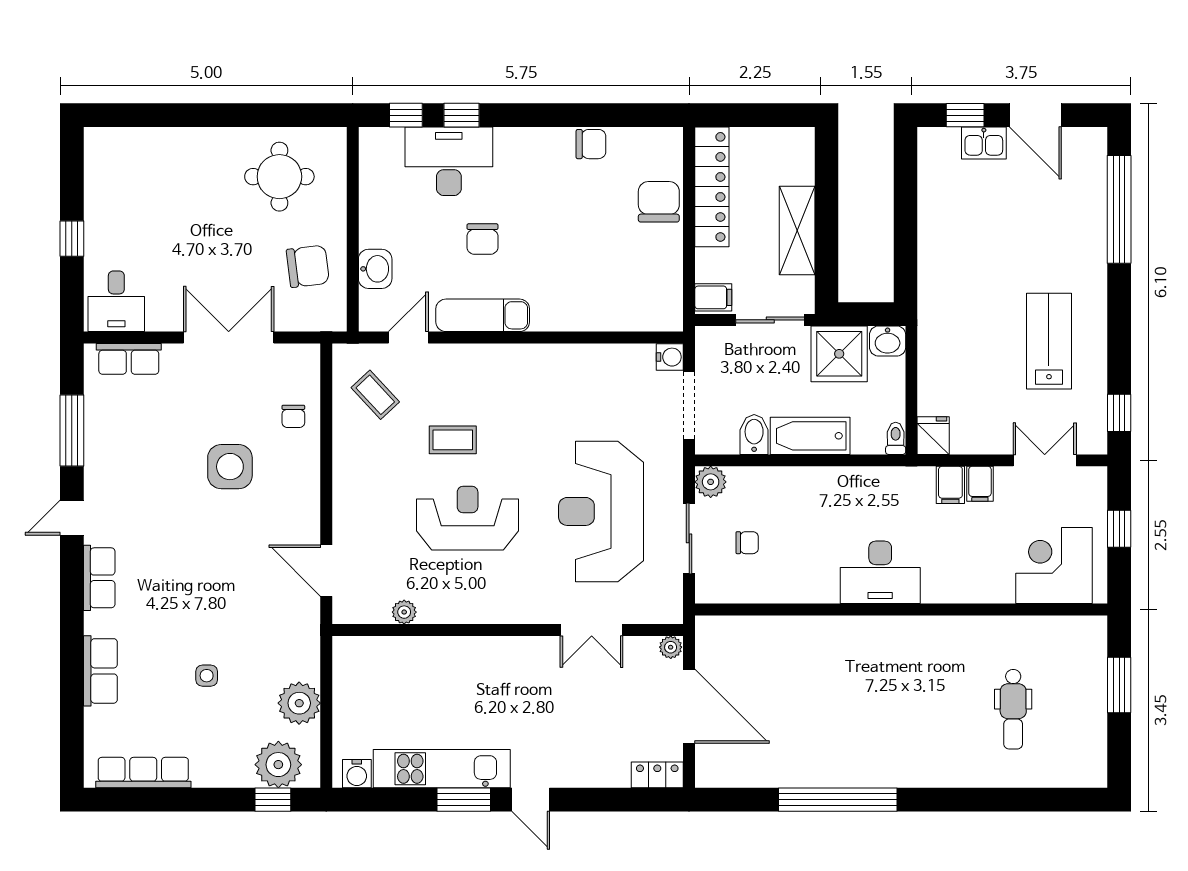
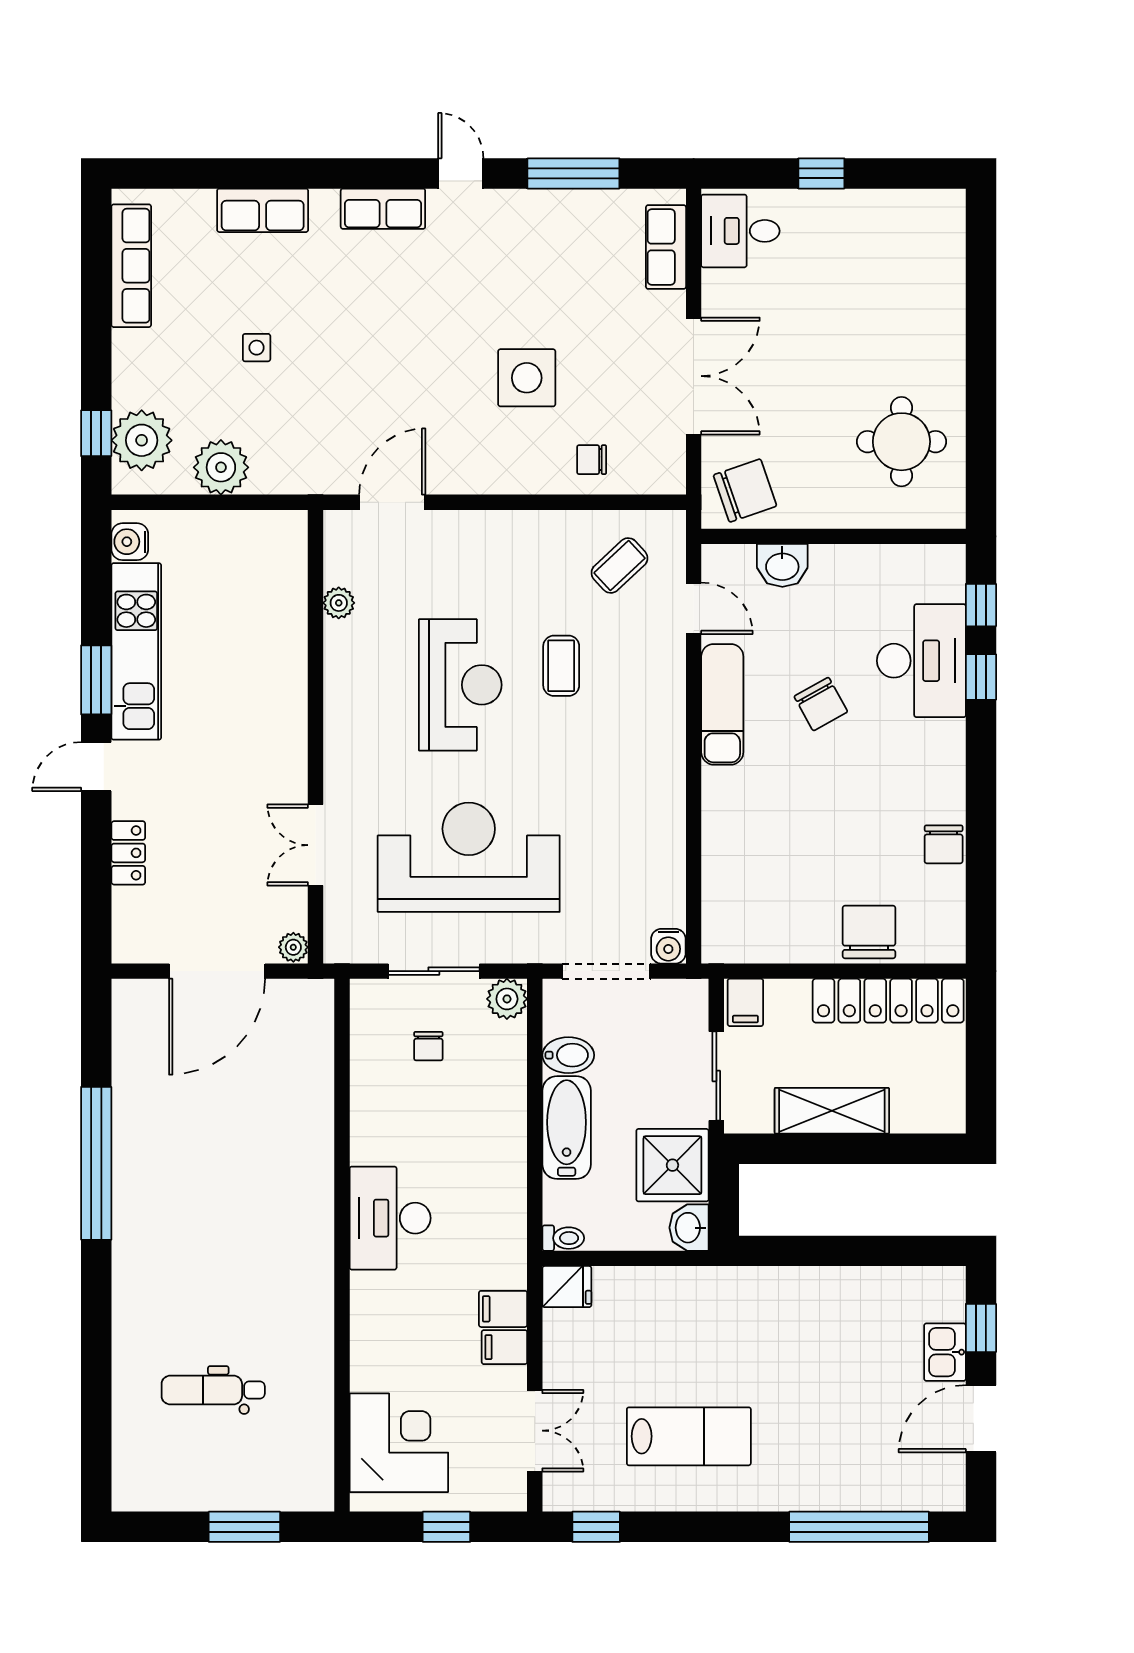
chair: (659, 202) -> (869, 932), turned -90
chair: (482, 239) -> (821, 704), turned -119
chair: (308, 266) -> (745, 491), moved, turned -102
locker: (657, 775) -> (128, 853), moved

